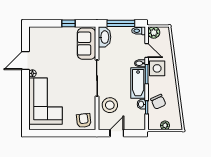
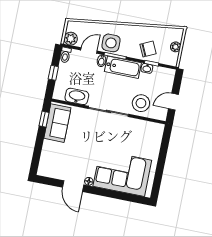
window: (68, 23) -> (44, 119), moved
window: (121, 23) -> (53, 73), width x0.46
washbasin: (104, 37) -> (77, 96), moved
sofa: (87, 44) -> (57, 123), moved, turned -90
armchair: (84, 120) -> (152, 135), removed
door: (117, 133) -> (173, 102), hinge flipped

